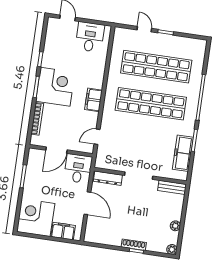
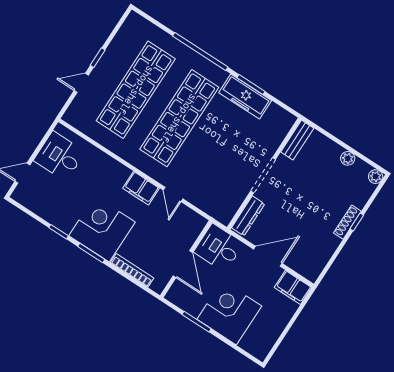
door: (97, 137) -> (173, 194), moved
freezer: (183, 153) -> (245, 97), moved
corner desk: (36, 218) -> (229, 313), moved, turned 90
filing cabinet: (63, 231) -> (293, 287), moved, turned -90

